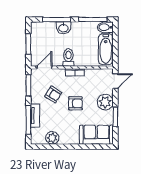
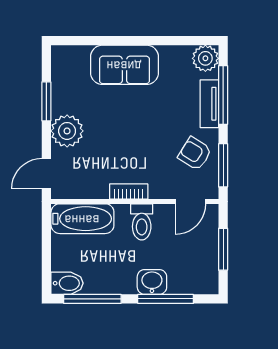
bathtub: (106, 49) -> (82, 219), moved, turned 90
armchair: (53, 94) -> (195, 154), moved
armchair: (76, 103) -> (127, 128), removed
sofa: (96, 135) -> (124, 65), moved
plant: (52, 138) -> (205, 58), moved

